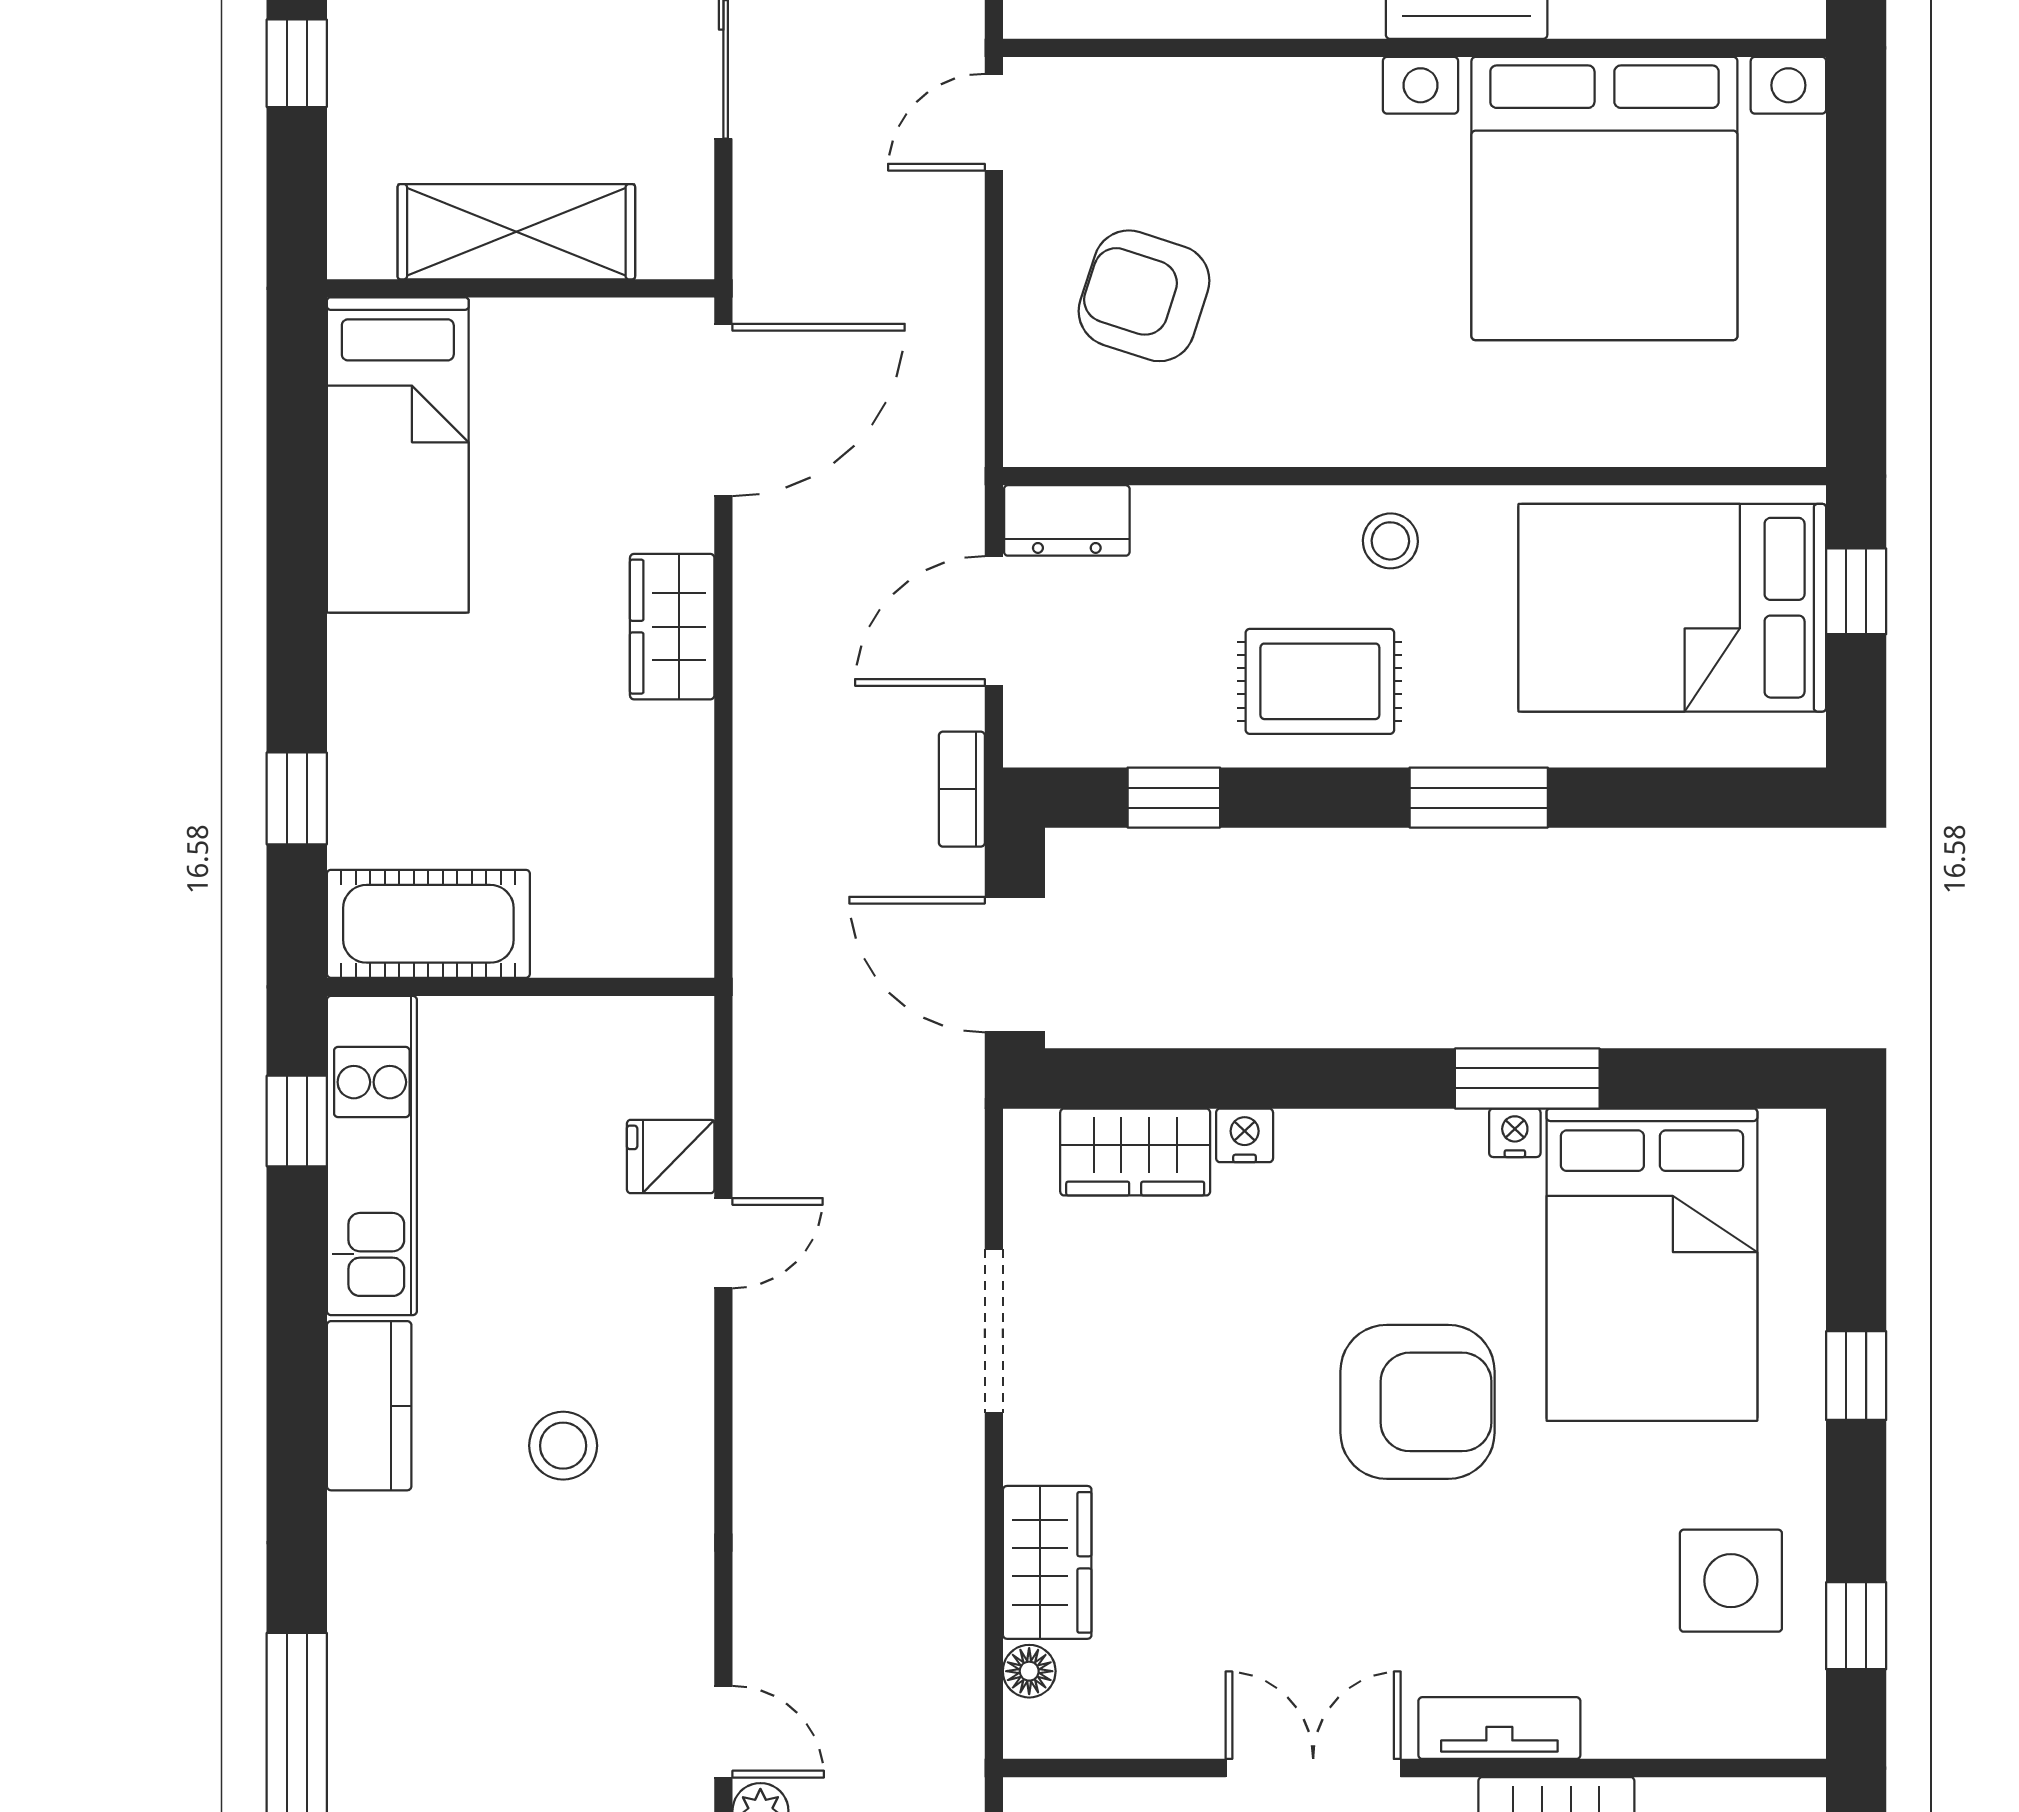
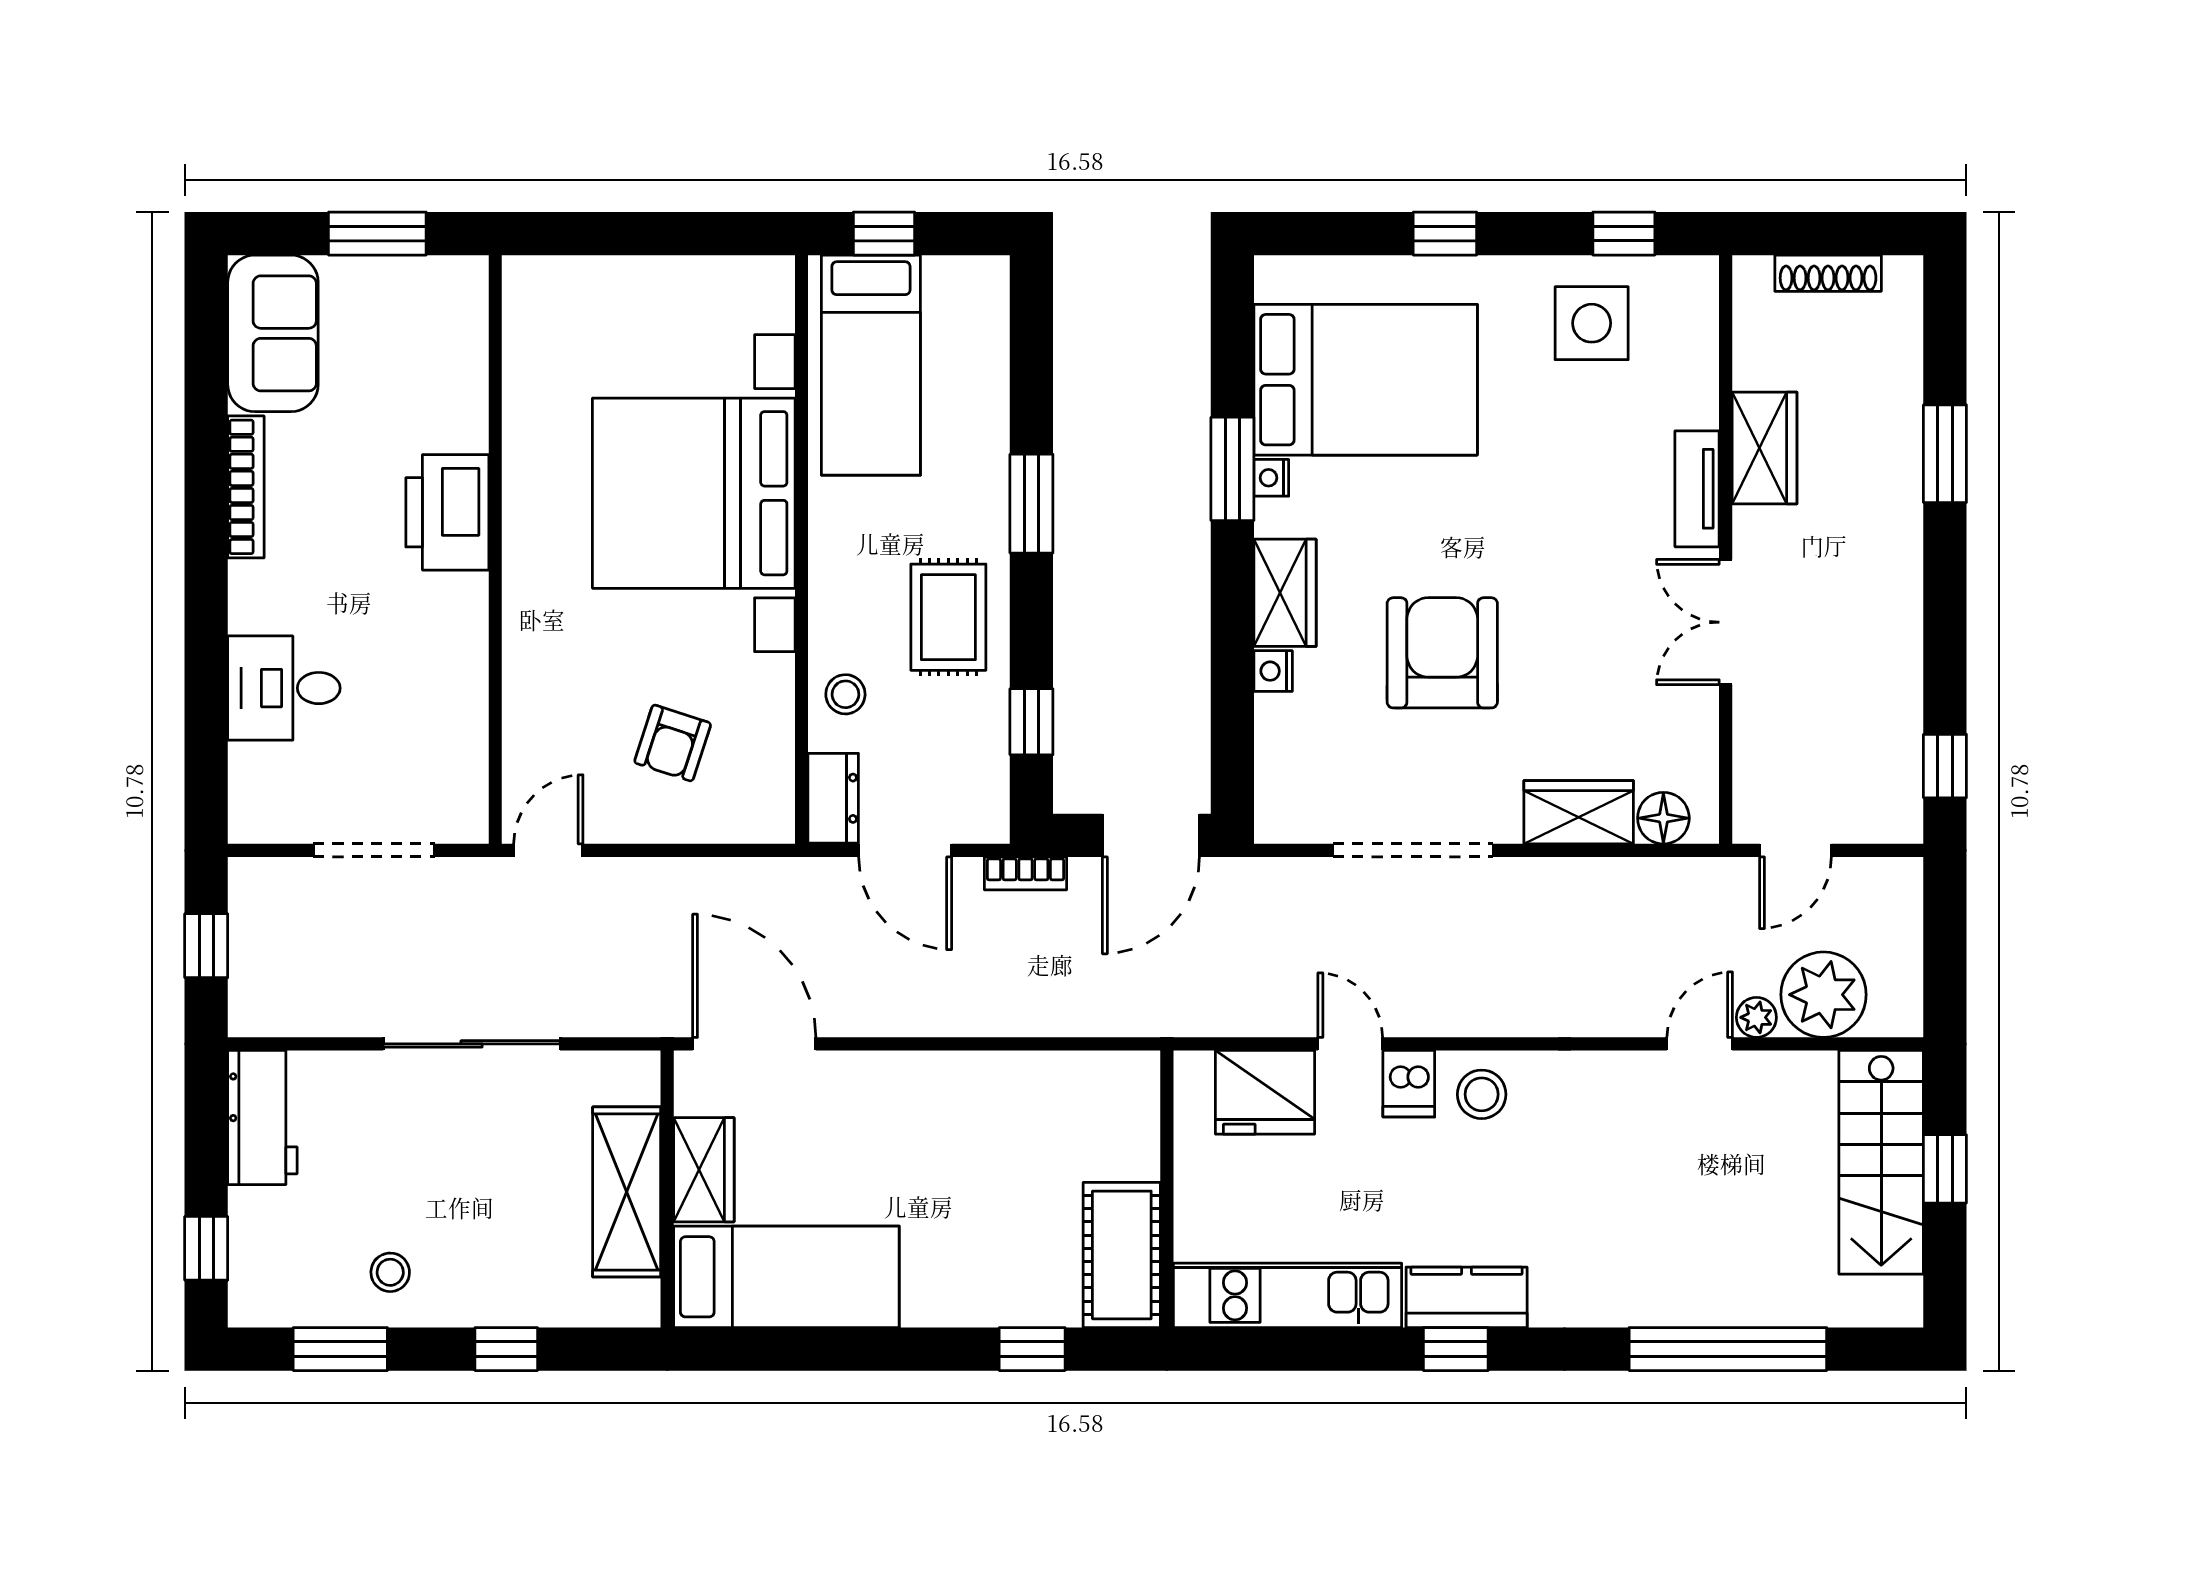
door: (994, 122) -> (548, 850), swing flipped
bed with nightstands: (1604, 199) -> (694, 493), moved, turned 180
armchair: (1144, 296) -> (673, 743), width x0.72, depth x0.72
stool: (1390, 541) -> (845, 694), moved
bed: (1672, 608) -> (871, 365), width x0.67
wardrobe: (672, 627) -> (704, 1170), moved, turned -90
window: (297, 1121) -> (1456, 1349), moved
wardrobe: (1135, 1152) -> (1285, 593), moved
fridge: (671, 1157) -> (1265, 1092), width x1.88, depth x1.34
dishwasher: (668, 1325) -> (1409, 1084), added
doorway: (994, 1331) -> (1413, 850), width x1.36
armchair: (1417, 1402) -> (1442, 653), moved
stool: (563, 1446) -> (1482, 1094), moved
floor lamp: (1029, 1671) -> (1663, 818), width x1.37, depth x1.37

